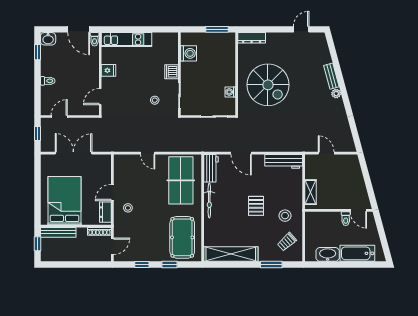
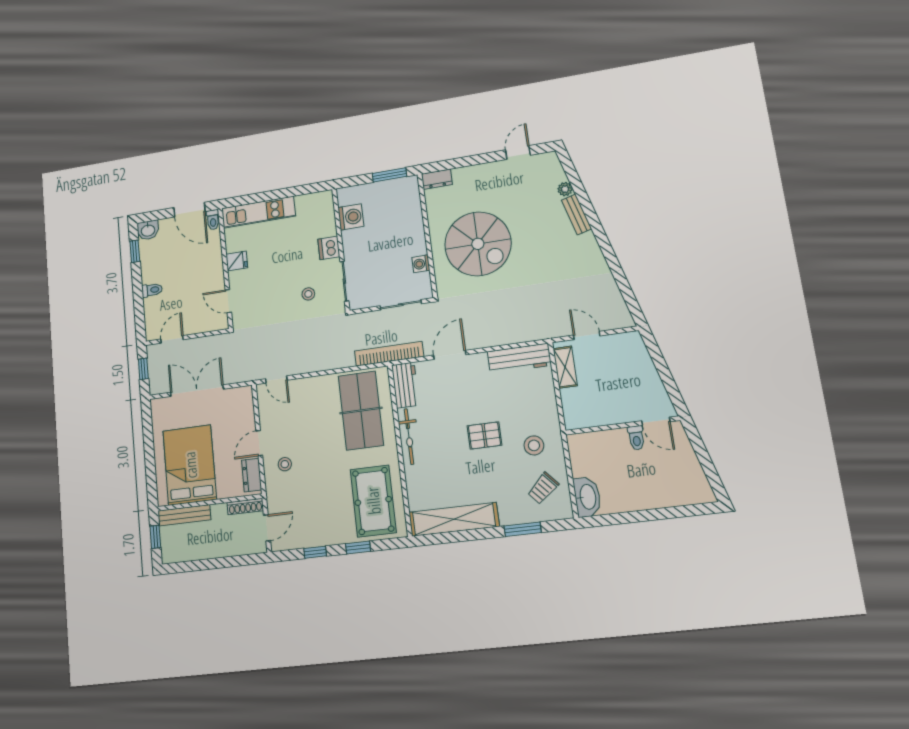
dresser: (252, 38) -> (437, 179), width x0.70
plant: (336, 94) -> (565, 189), moved
door: (100, 97) -> (228, 301), hinge flipped
bookcase: (203, 147) -> (389, 354), added
door: (148, 153) -> (276, 379), moved
door: (241, 153) -> (450, 355), swing flipped
shelving: (310, 192) -> (565, 367), moved
pallet: (256, 206) -> (484, 435), turned 90
bathtub: (357, 253) -> (666, 494), removed
washbasin: (328, 254) -> (587, 497), moved, turned 90

